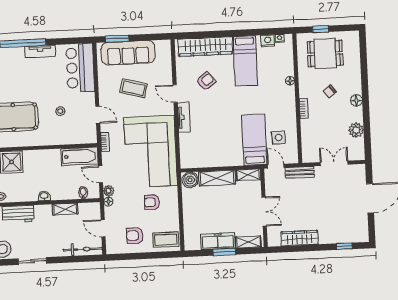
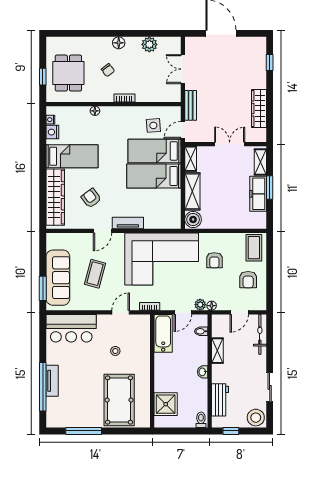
tv unit: (40, 51) -> (52, 381), moved
bed: (230, 140) -> (154, 176), added

